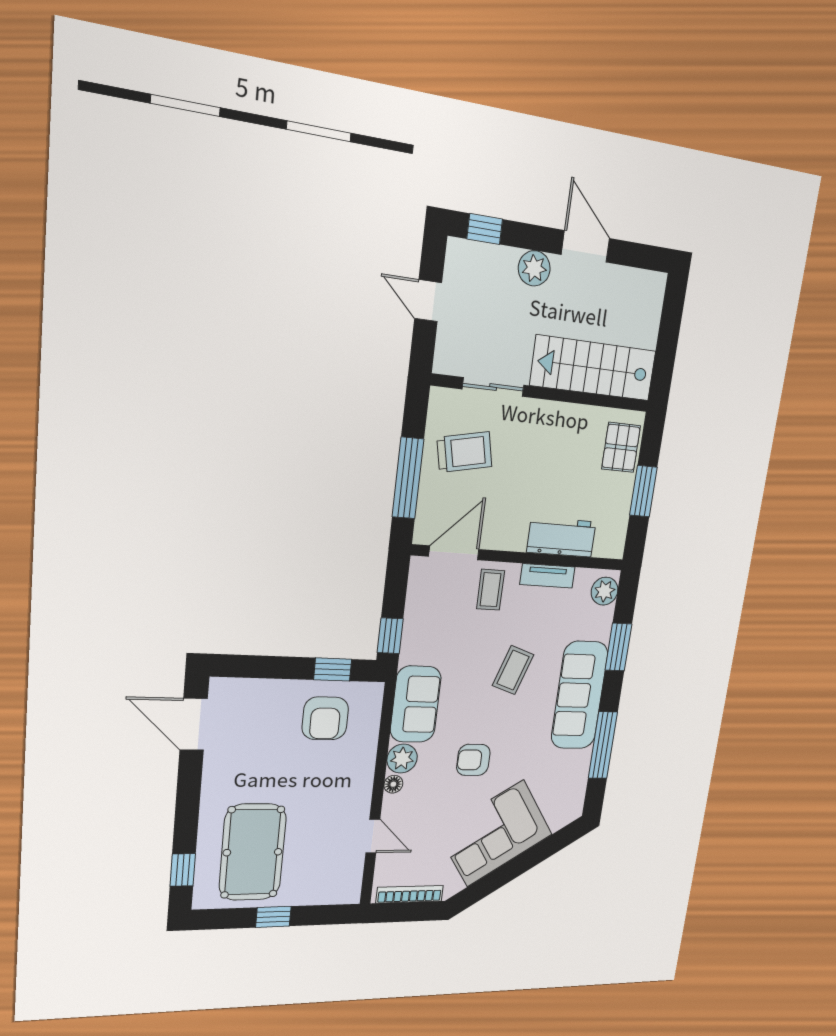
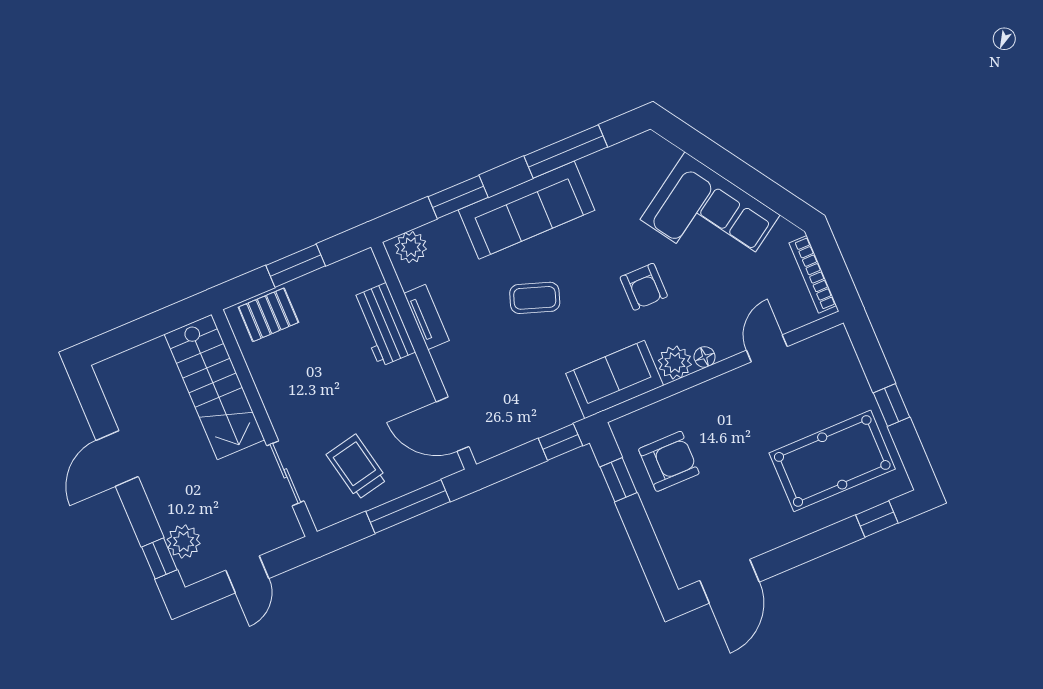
plant: (534, 268) -> (184, 541), moved
coffee table: (491, 590) -> (469, 368), removed

